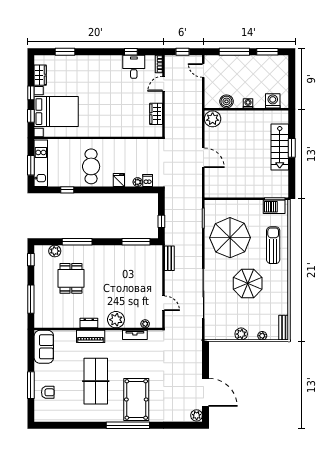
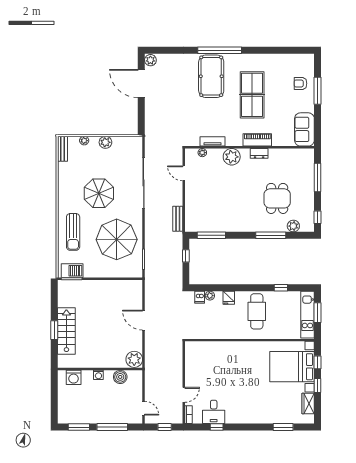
wardrobe: (156, 114) -> (191, 364), removed

